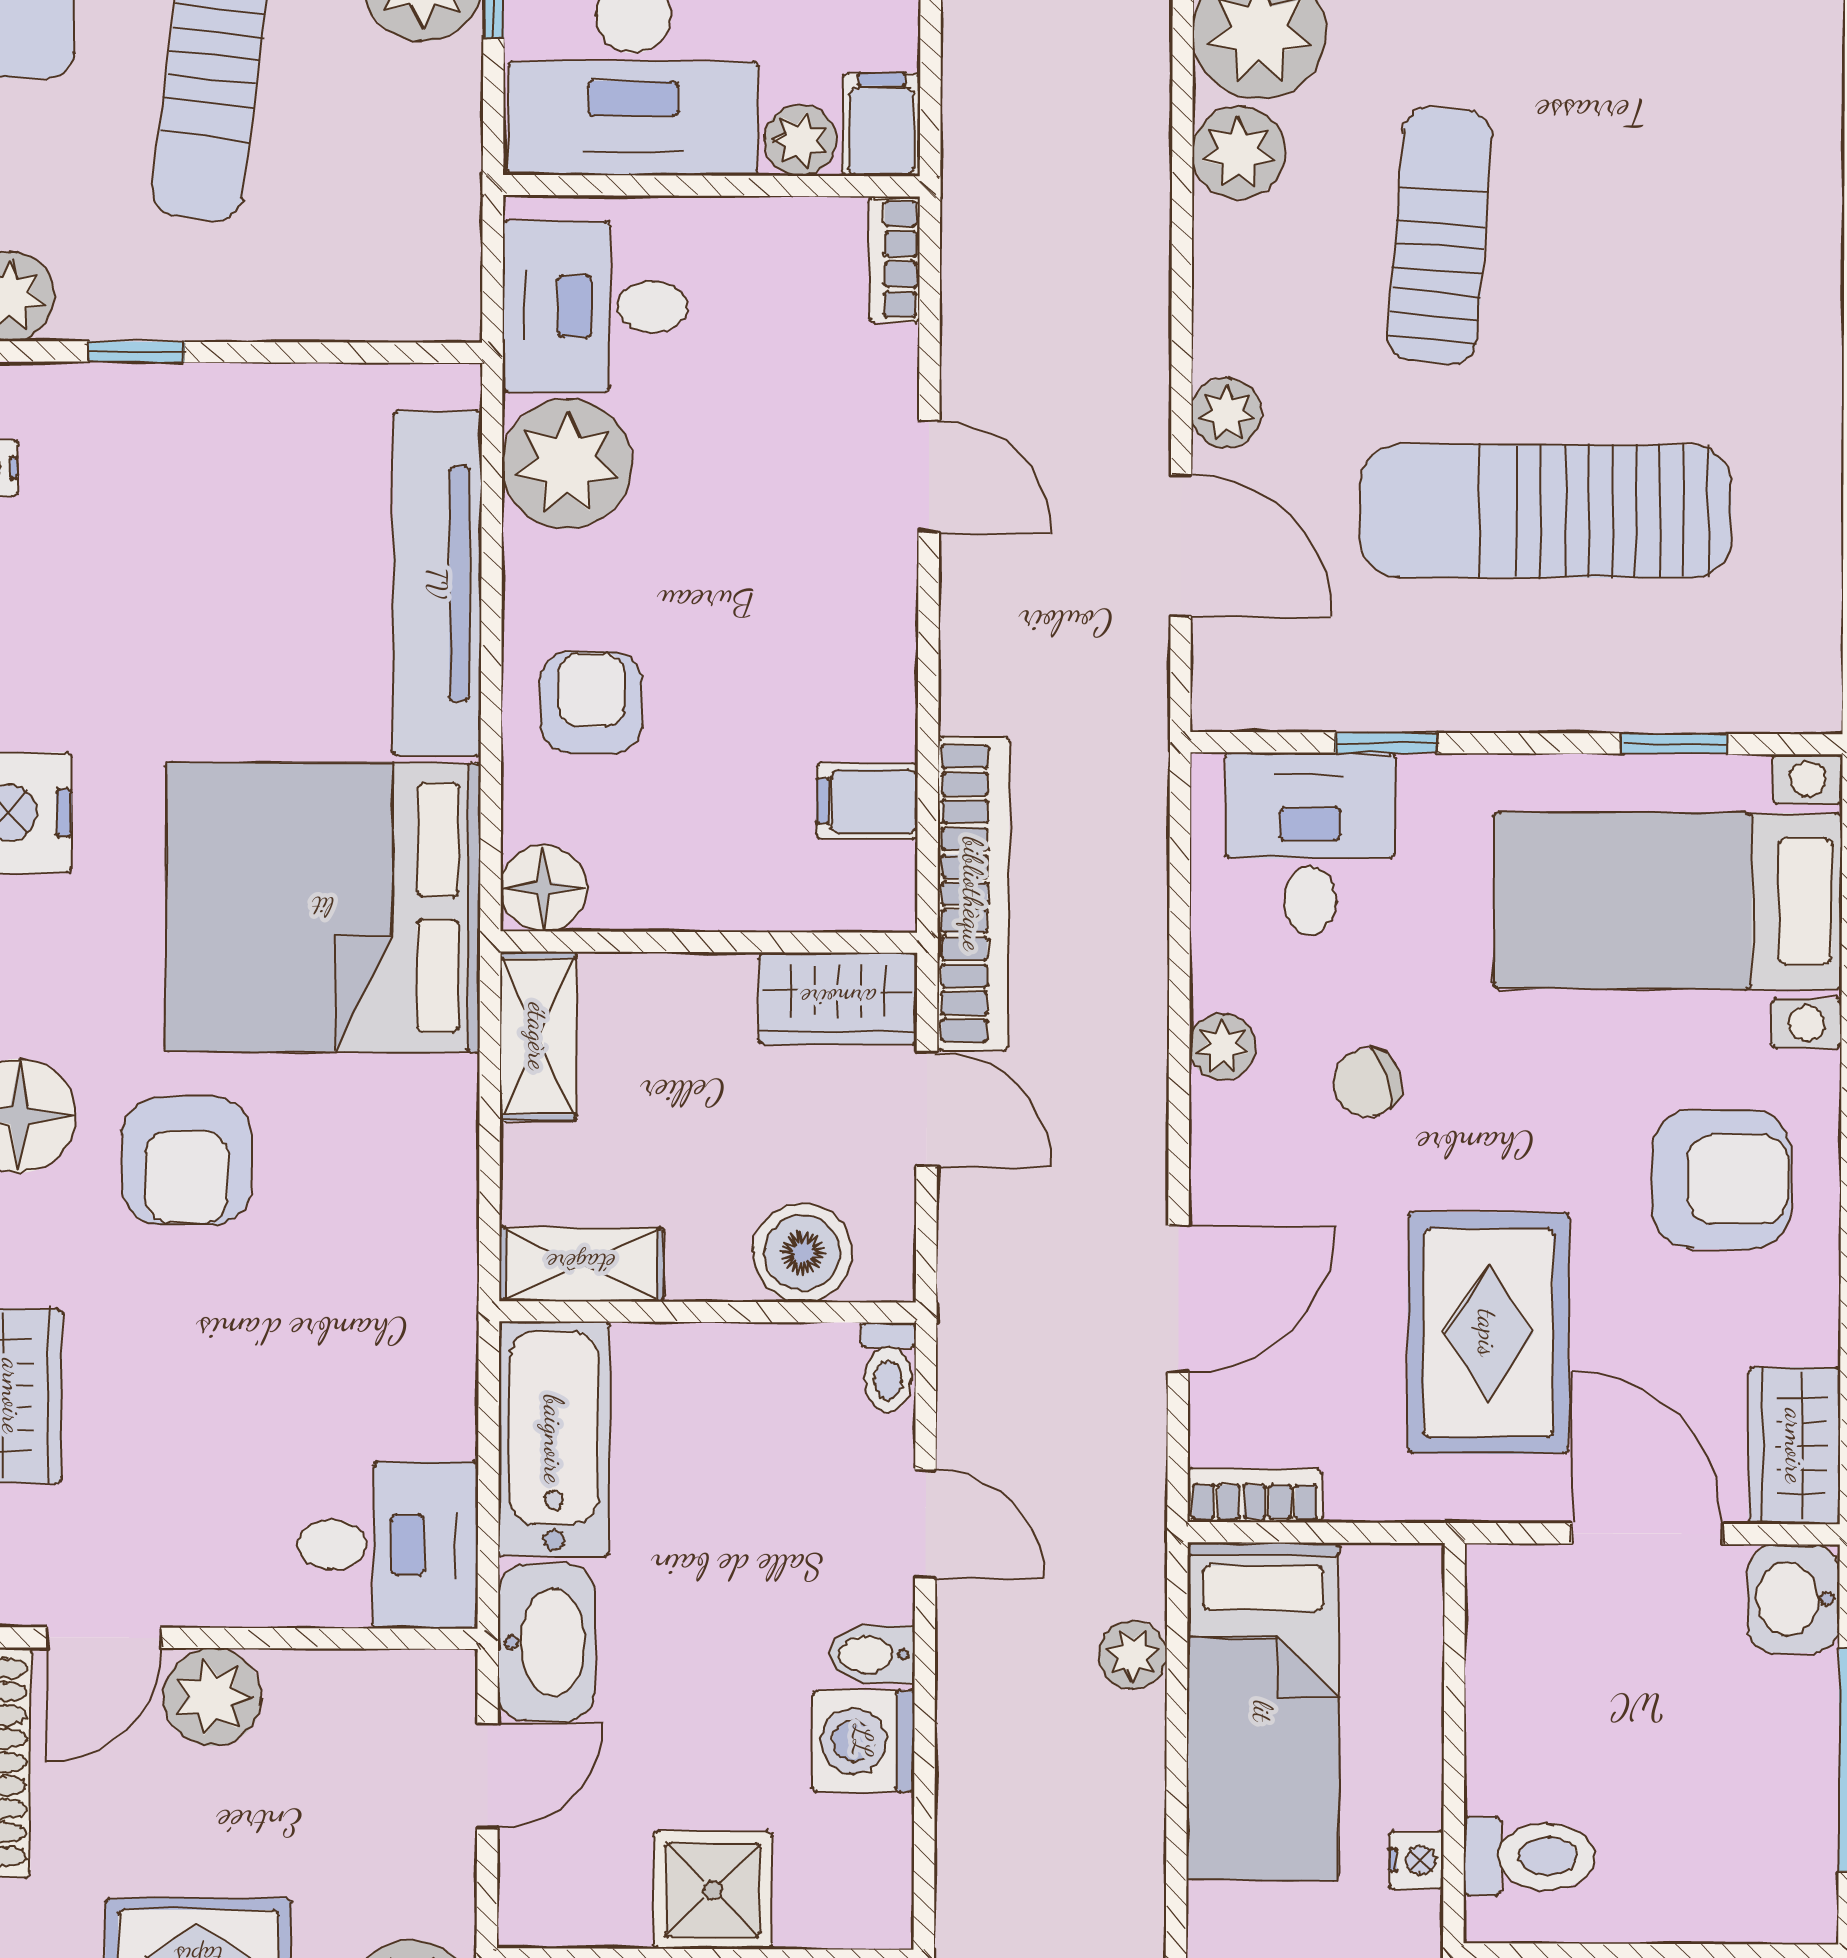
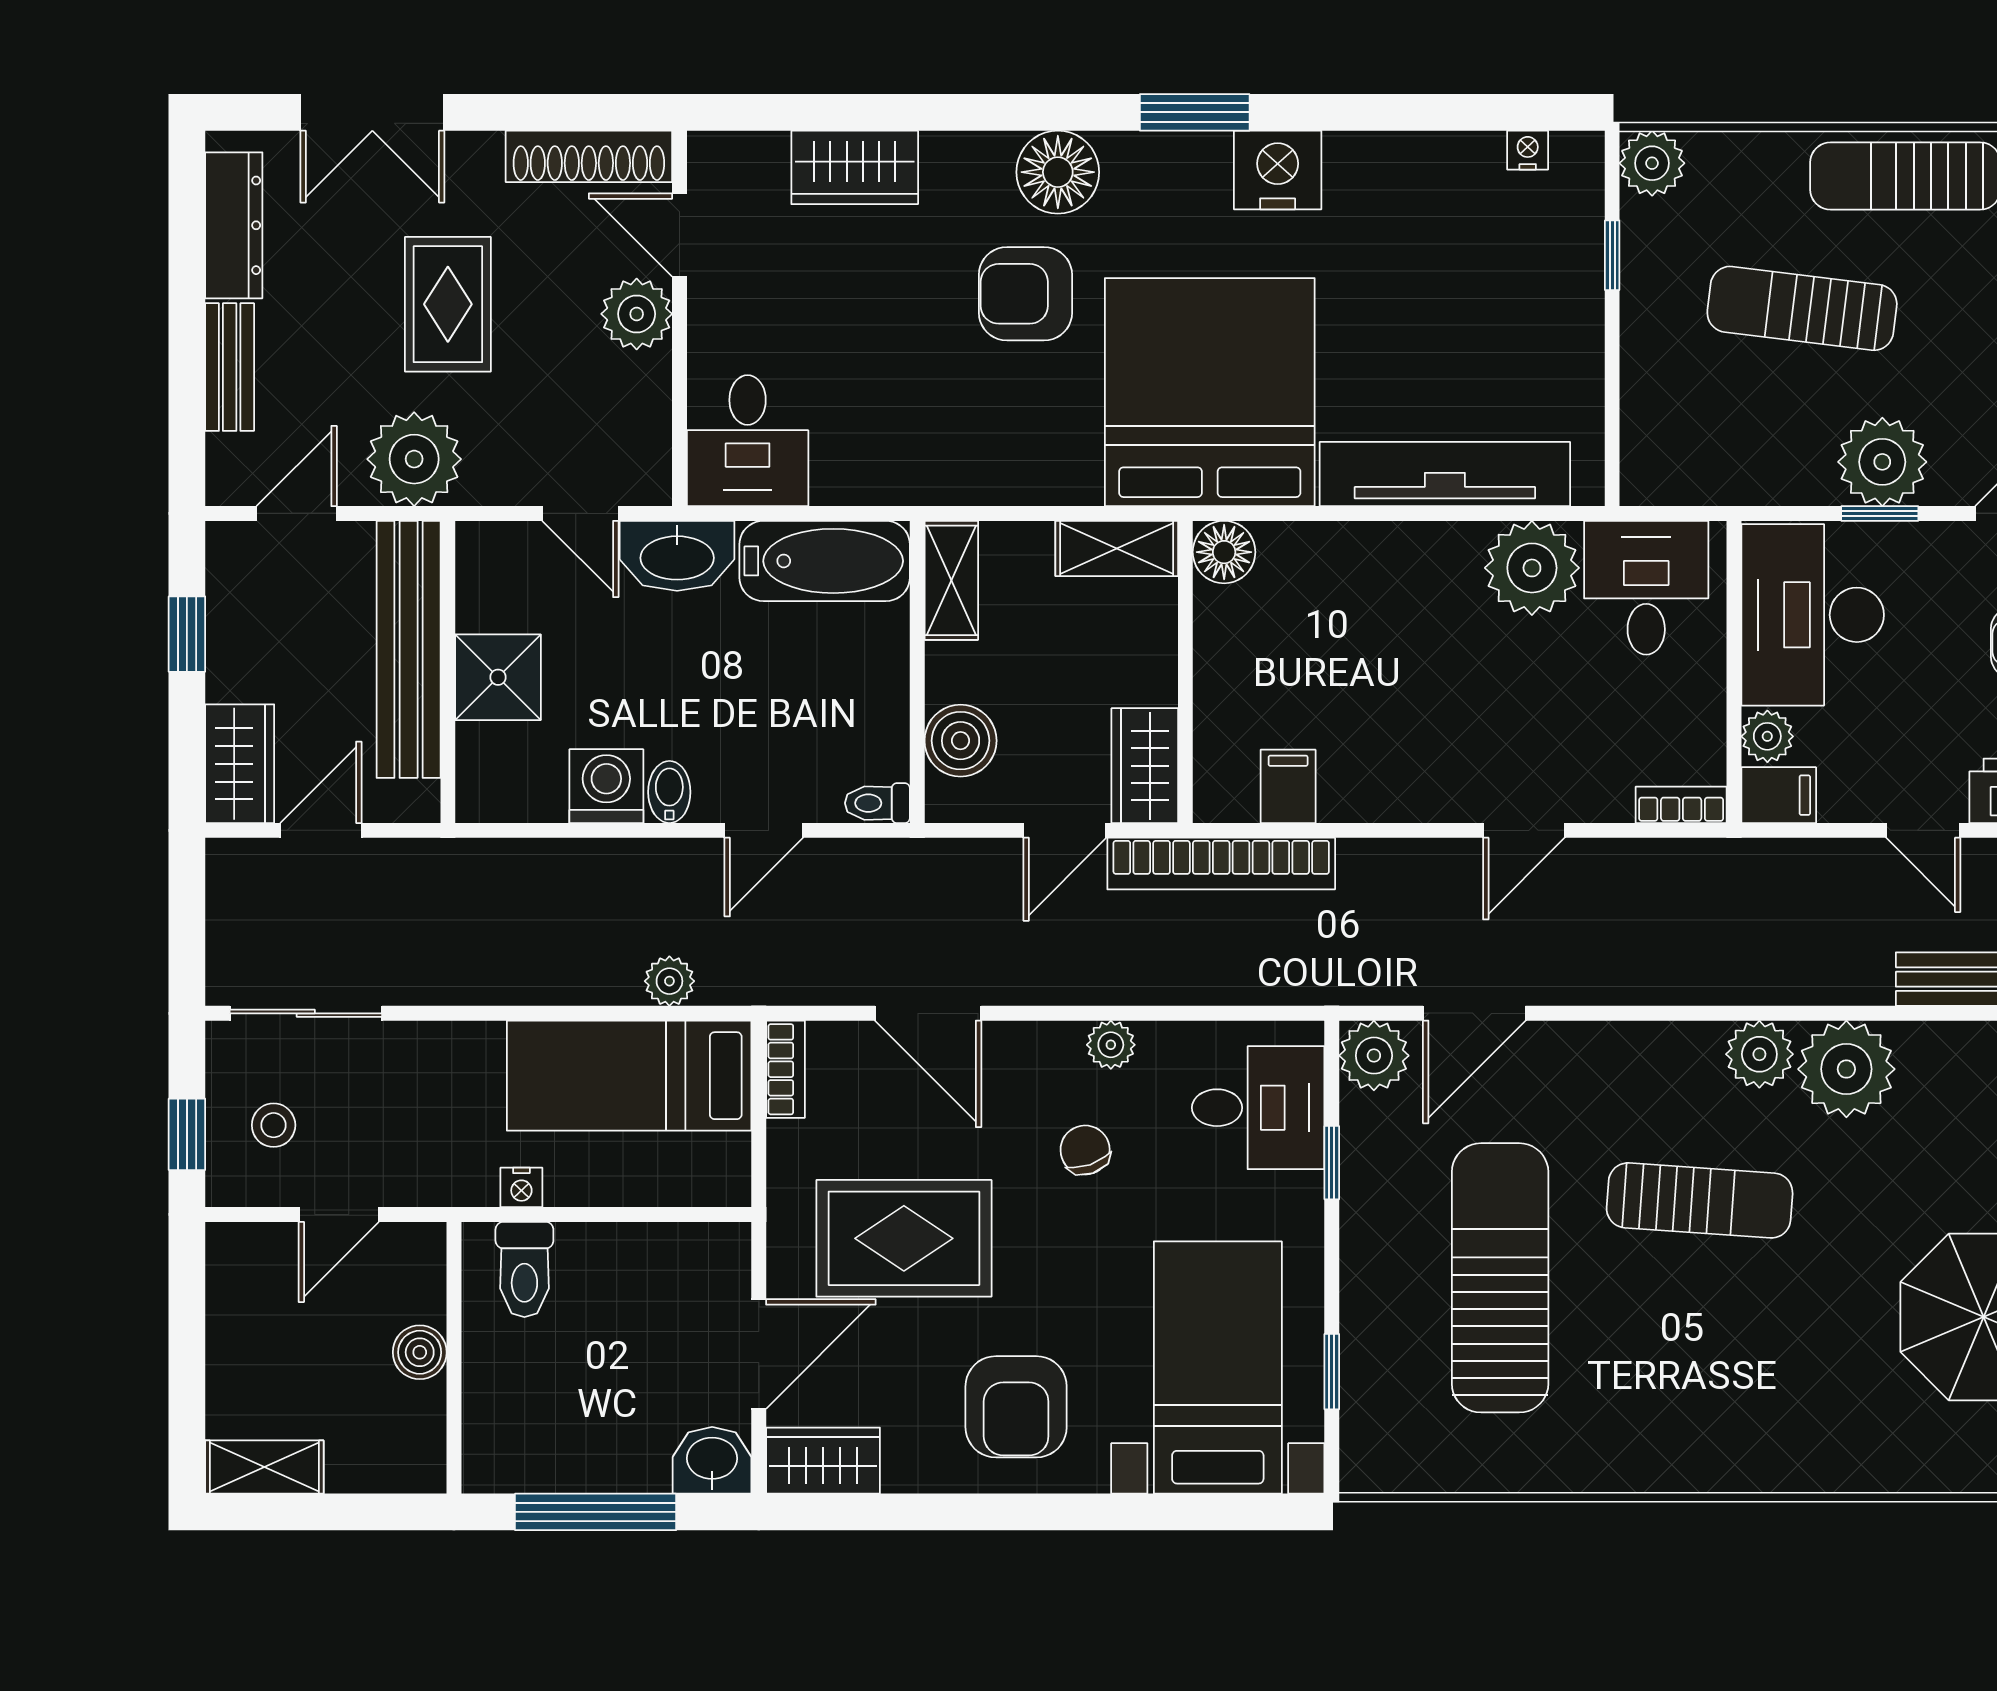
plant: (1226, 413) -> (1374, 1056), moved, width x1.38, depth x1.38
armchair: (591, 702) -> (1359, 586), removed

